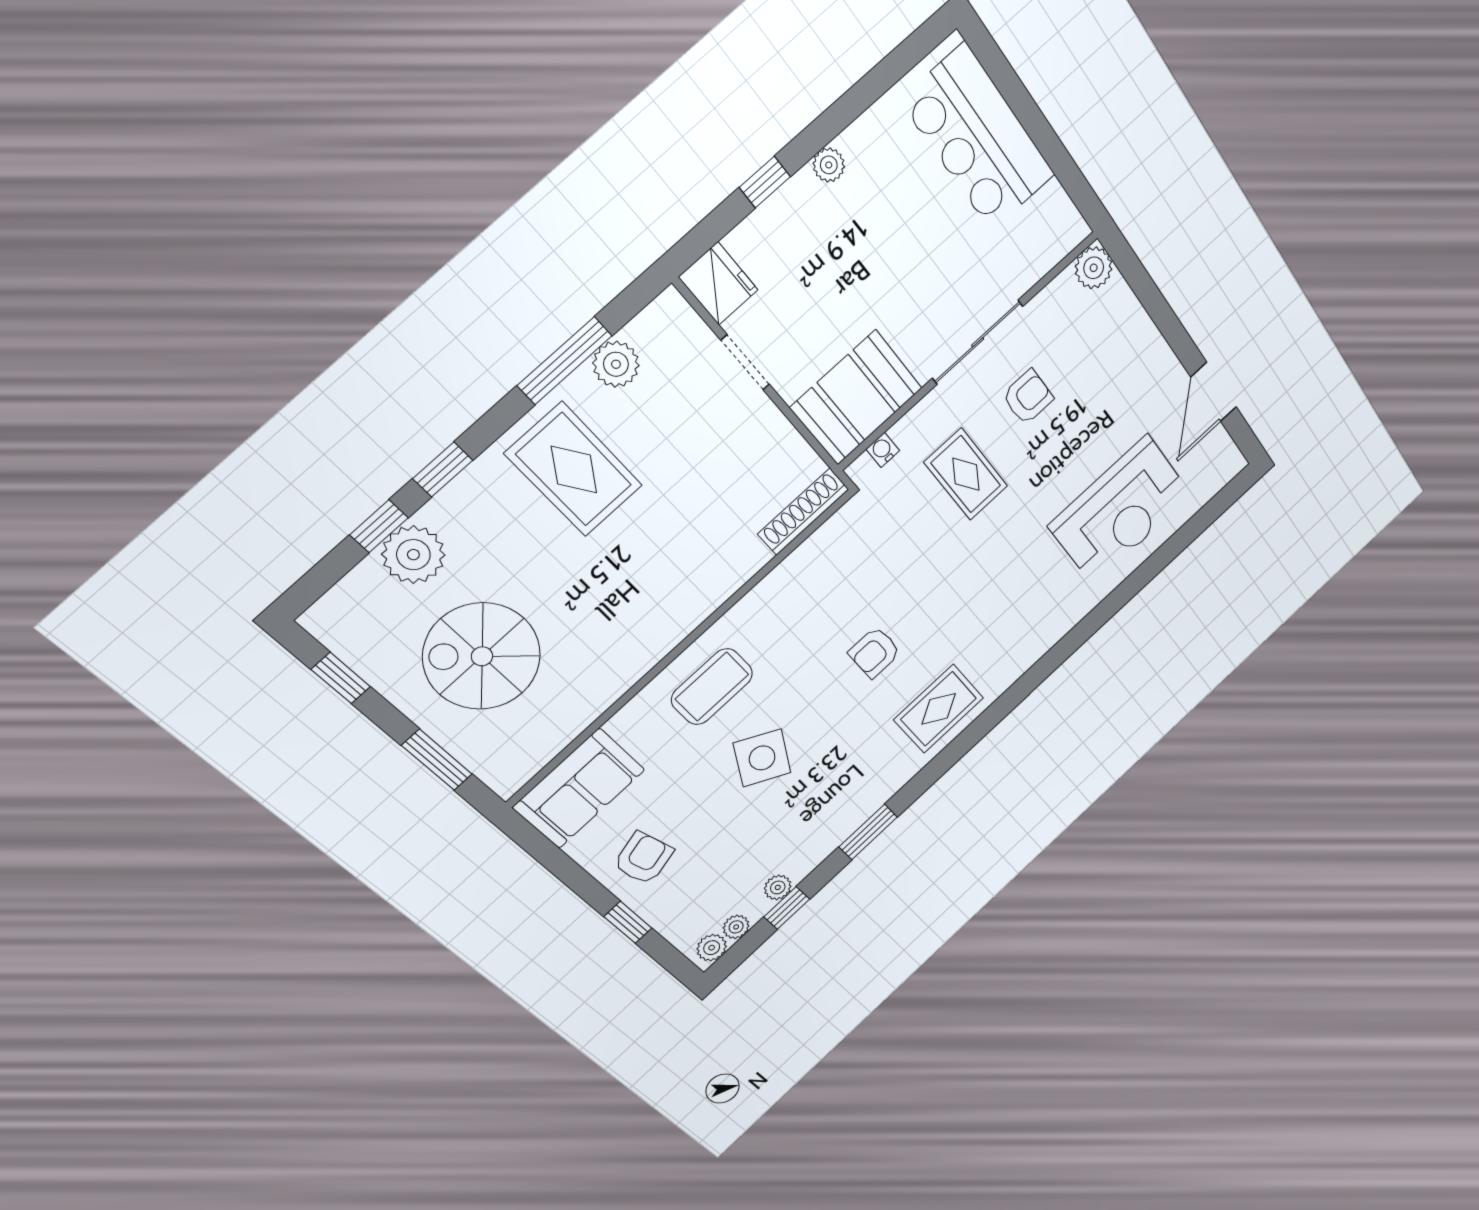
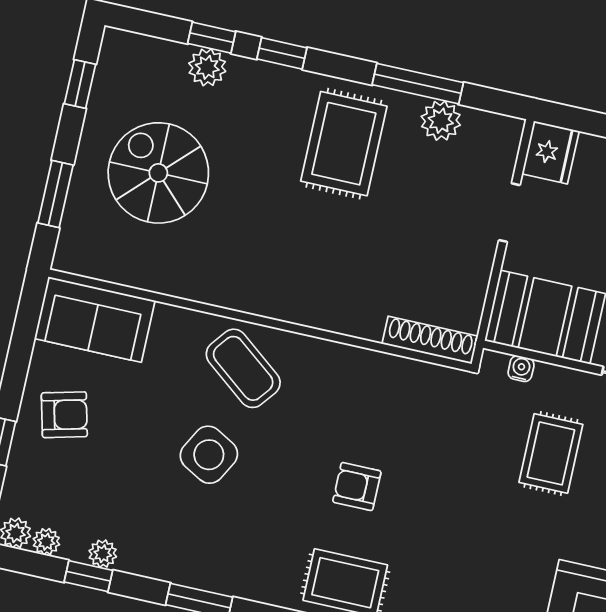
plant: (413, 555) -> (207, 67), width x0.73, depth x0.73
coffee table: (712, 687) -> (243, 368), turned 38

